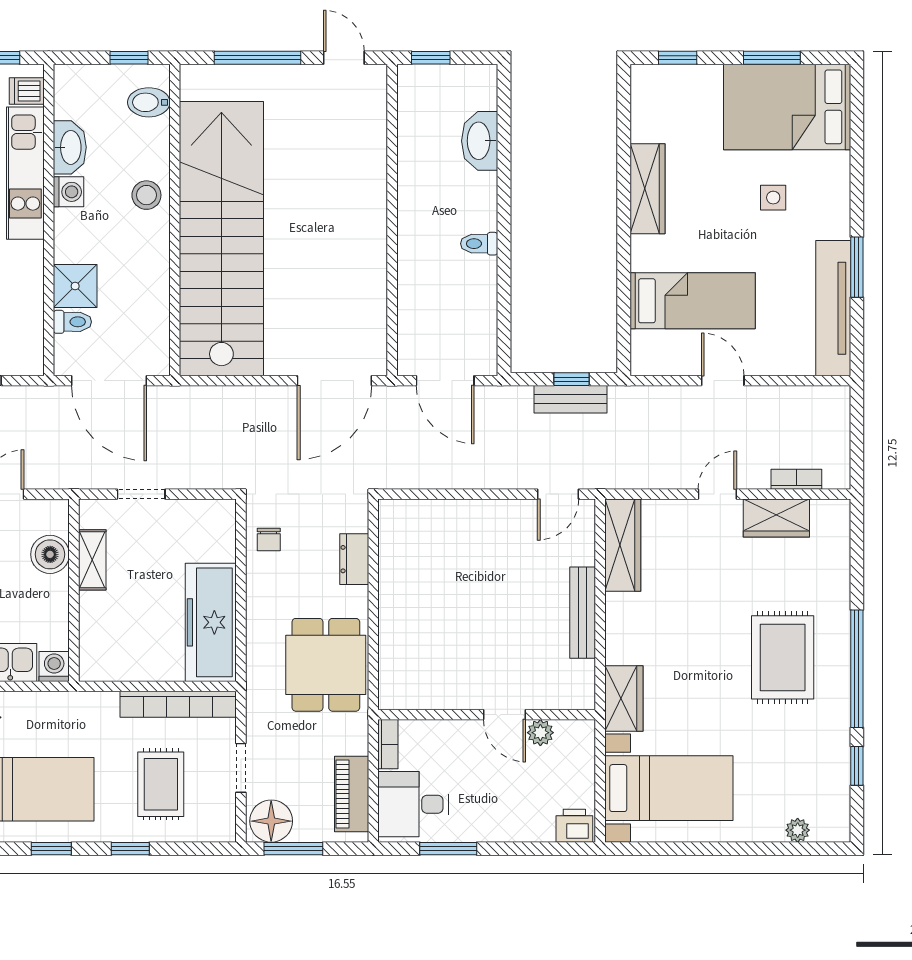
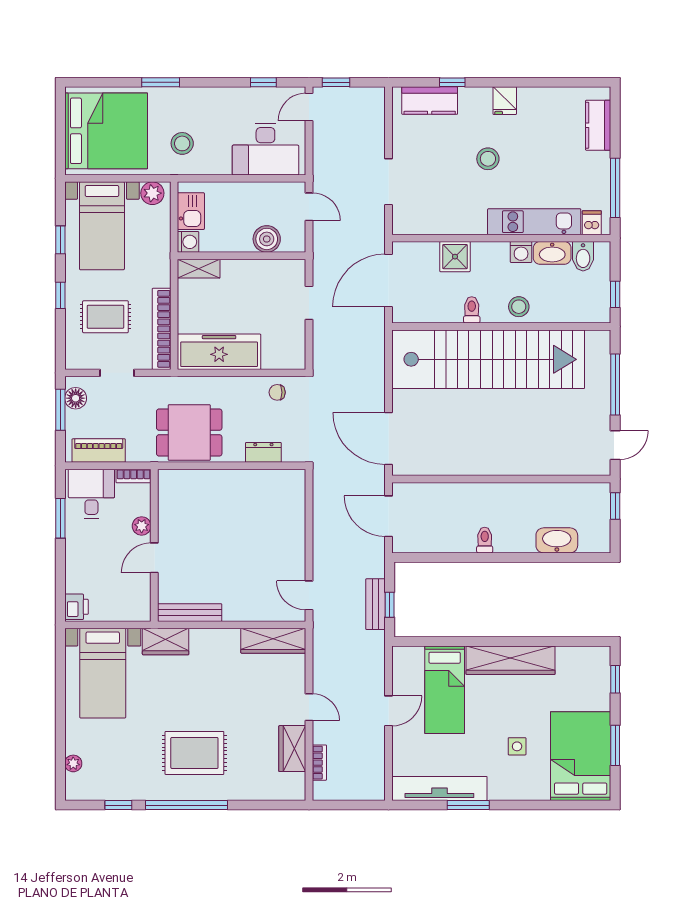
bidet: (149, 102) -> (583, 256), moved, turned 180
wardrobe: (648, 189) -> (511, 660), width x1.40, depth x1.17
toilet: (72, 322) -> (472, 310), moved, turned 180
door: (445, 381) -> (389, 516), hinge flipped
shelving: (92, 560) -> (199, 269), moved
bench: (583, 613) -> (190, 613), moved
plant: (540, 733) -> (142, 526), moved
floor lamp: (271, 821) -> (76, 398), width x0.73, depth x0.73

